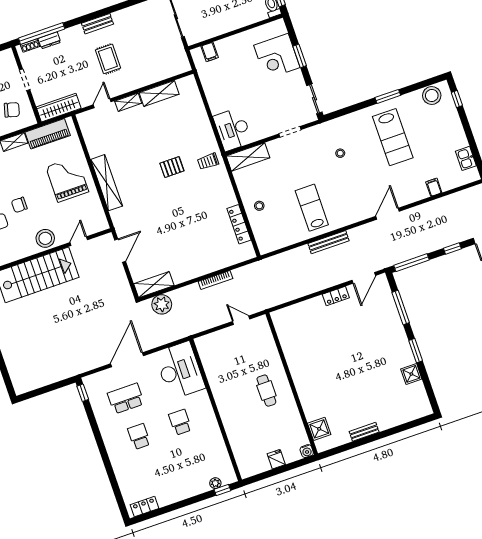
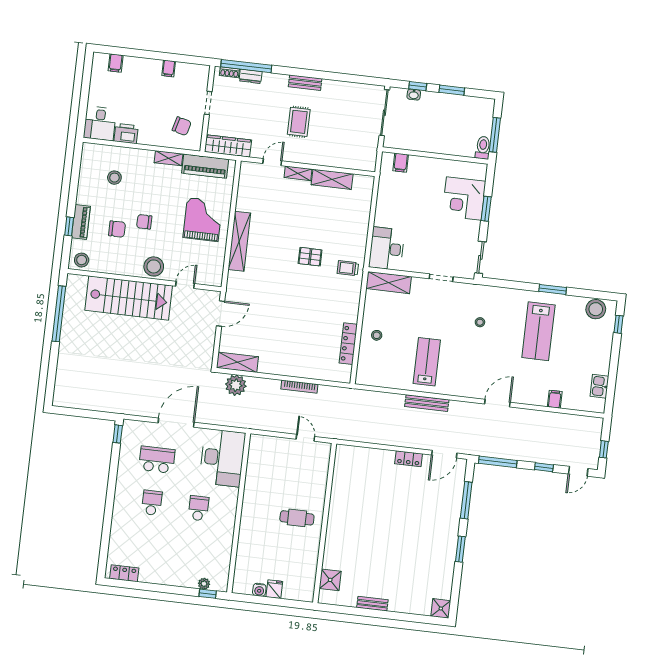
shower: (411, 374) -> (441, 608), moved
cafe table: (266, 391) -> (297, 518), turned 90
water cooler: (307, 451) -> (259, 590), moved

